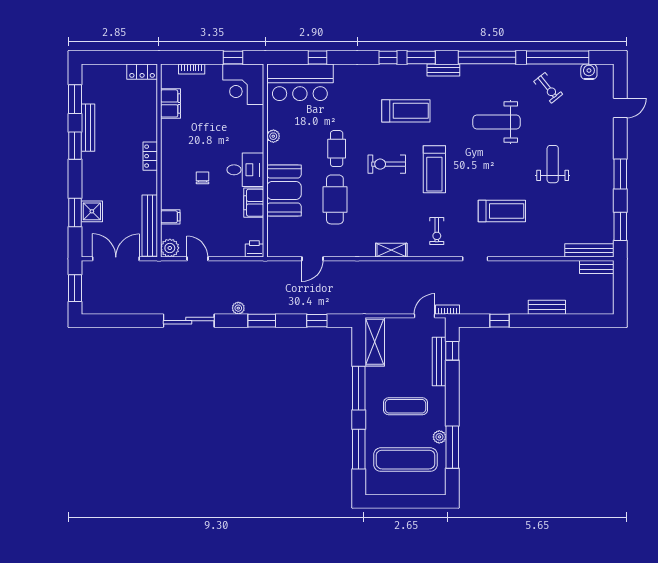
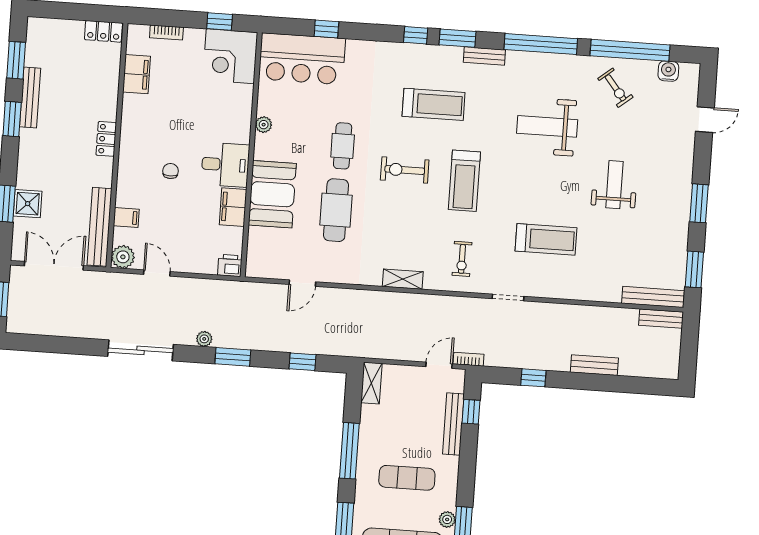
shelving: (375, 342) -> (371, 383), width x0.67, depth x0.75

